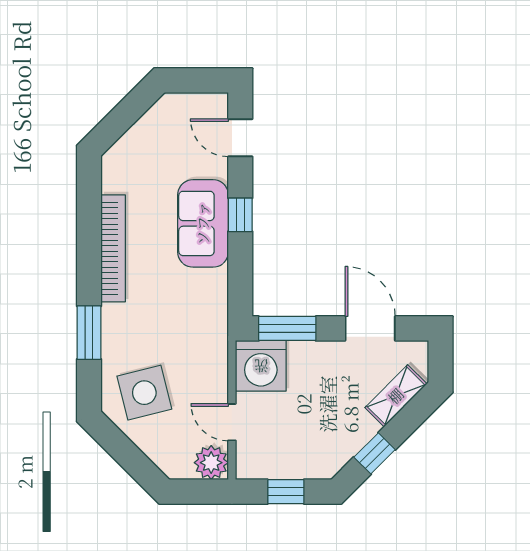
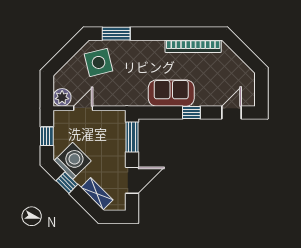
sofa: (203, 223) -> (171, 93), moved
bookcase: (113, 248) -> (193, 46), moved
window: (89, 333) -> (116, 34), moved
washing machine: (261, 366) -> (73, 161), moved, turned 135

